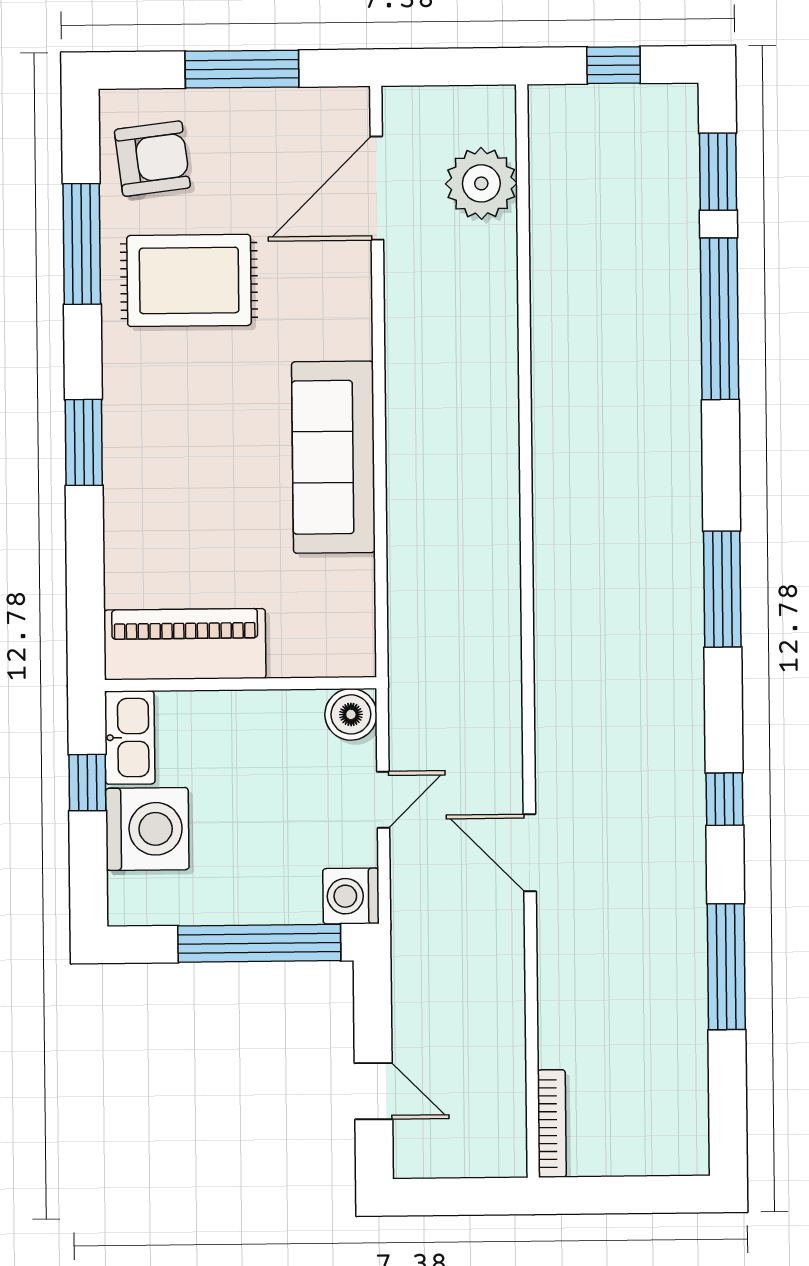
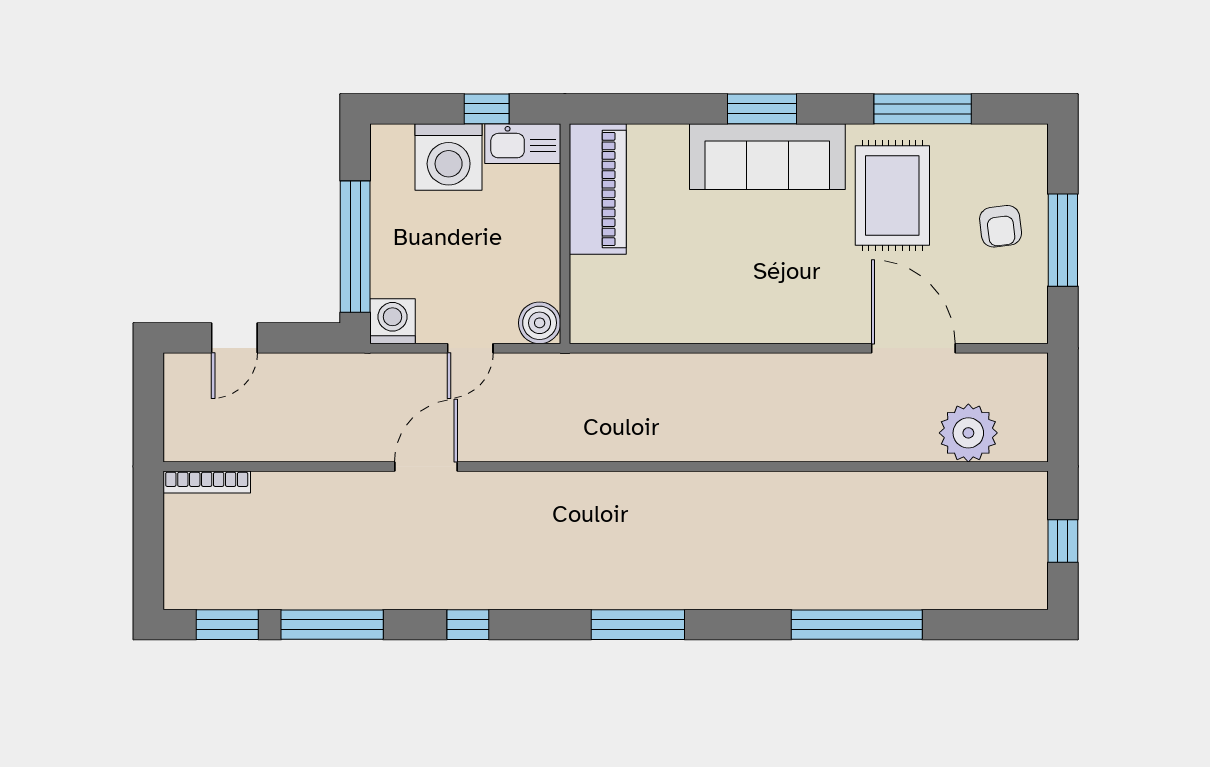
armchair: (152, 159) -> (1001, 226), moved, width x0.72, depth x0.72
window: (718, 172) -> (227, 625), moved
door: (377, 188) -> (913, 348), moved
sofa: (333, 457) -> (767, 157), moved, turned 180
door: (383, 800) -> (470, 348), hinge flipped

